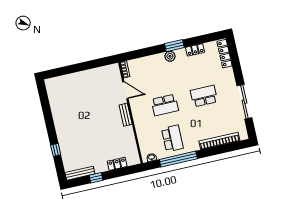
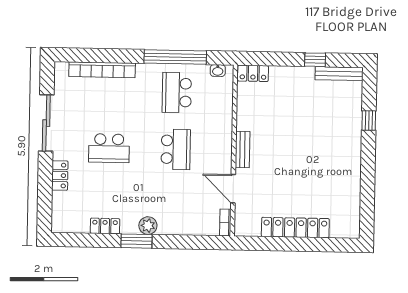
locker: (225, 54) -> (60, 175), moved, width x0.66
locker: (83, 77) -> (295, 228), added
school desk: (165, 105) -> (176, 149), turned 90
locker: (117, 164) -> (253, 73), moved

